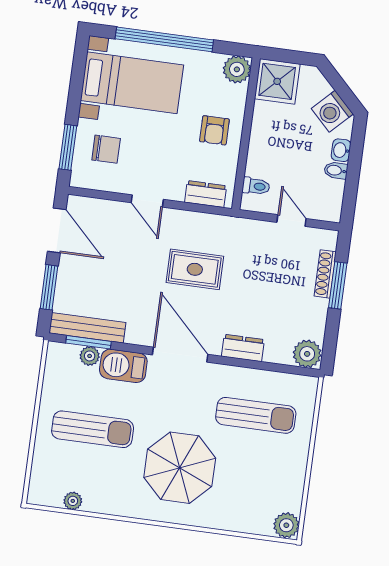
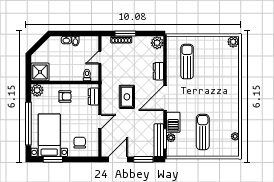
washing machine: (332, 111) -> (50, 46), removed
window: (68, 147) -> (53, 159), moved
parasol: (180, 468) -> (214, 92), removed

